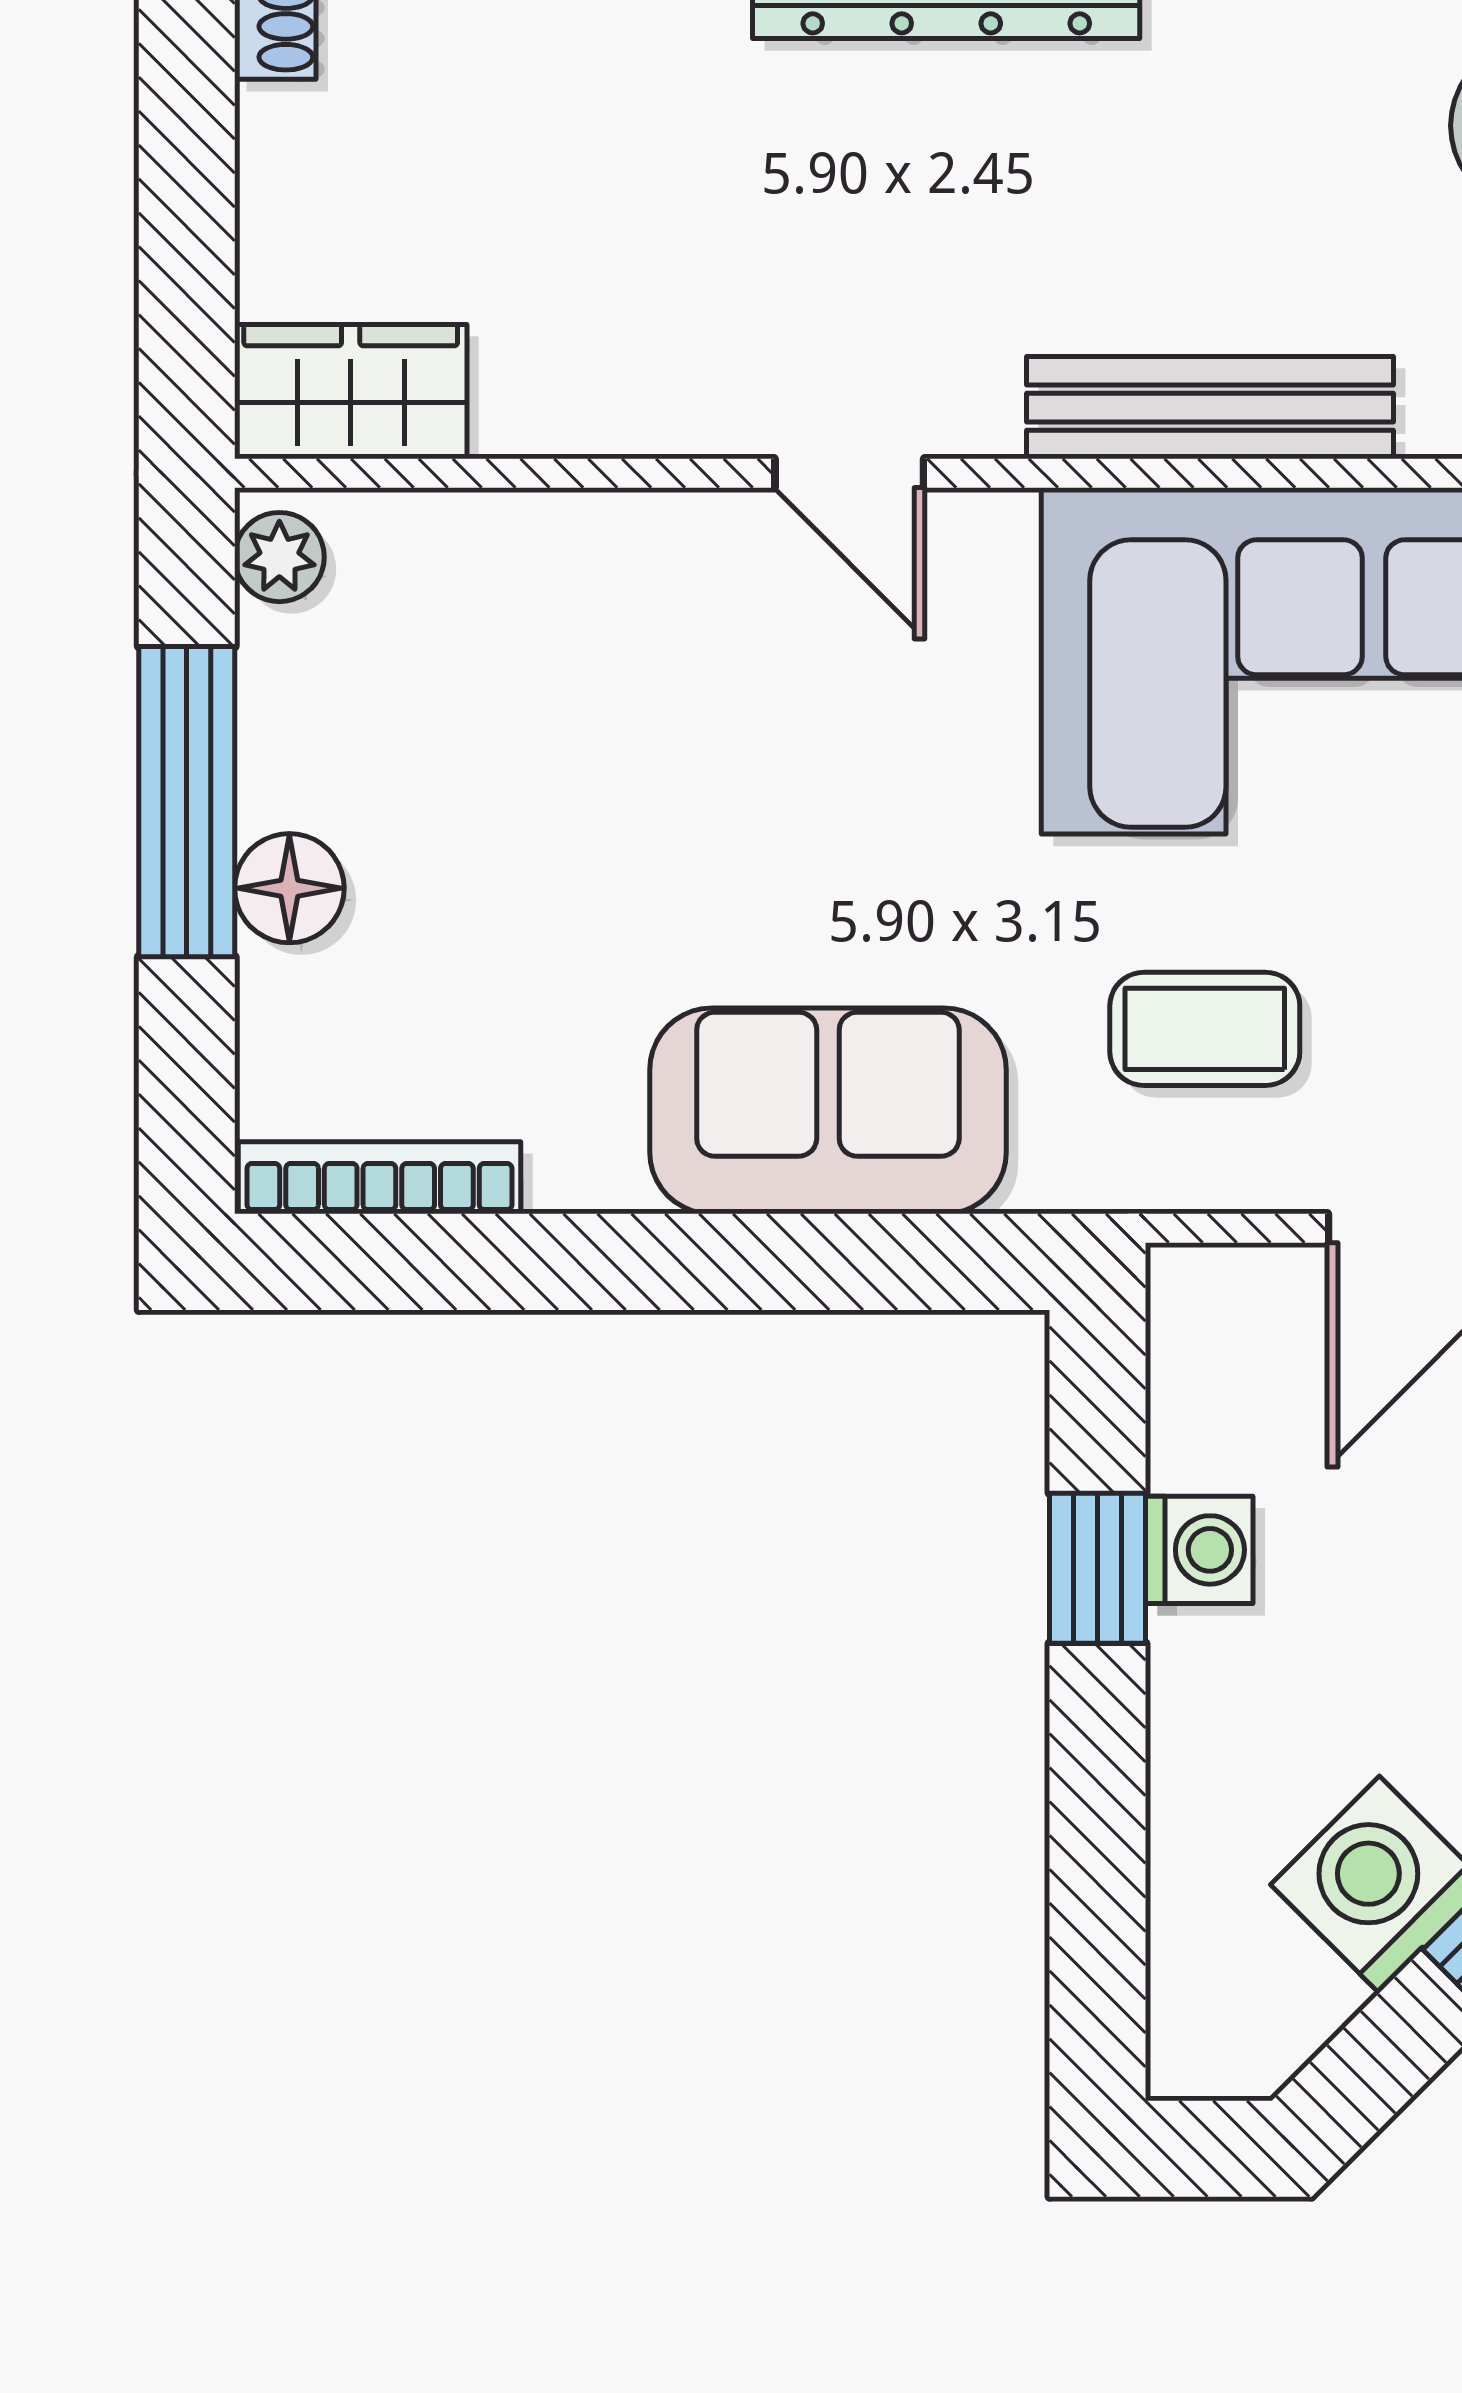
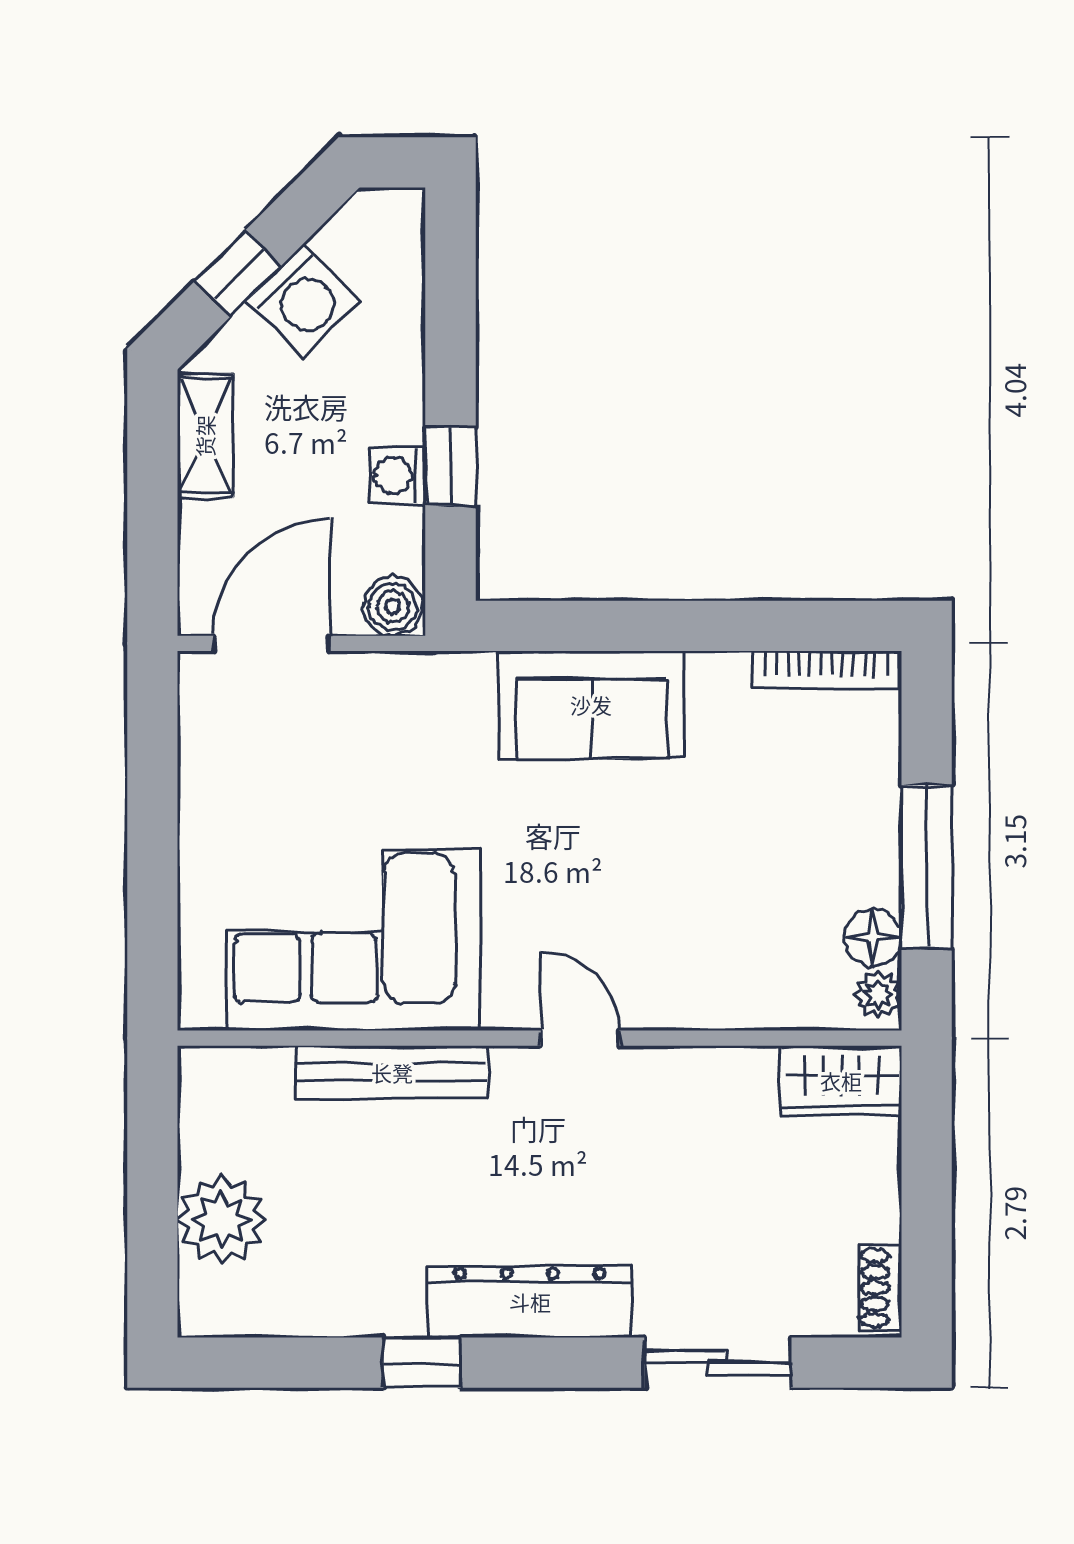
floor lamp: (289, 888) -> (873, 937), moved
coffee table: (1205, 1029) -> (394, 748), removed
boiler: (1208, 1299) -> (393, 607), added

